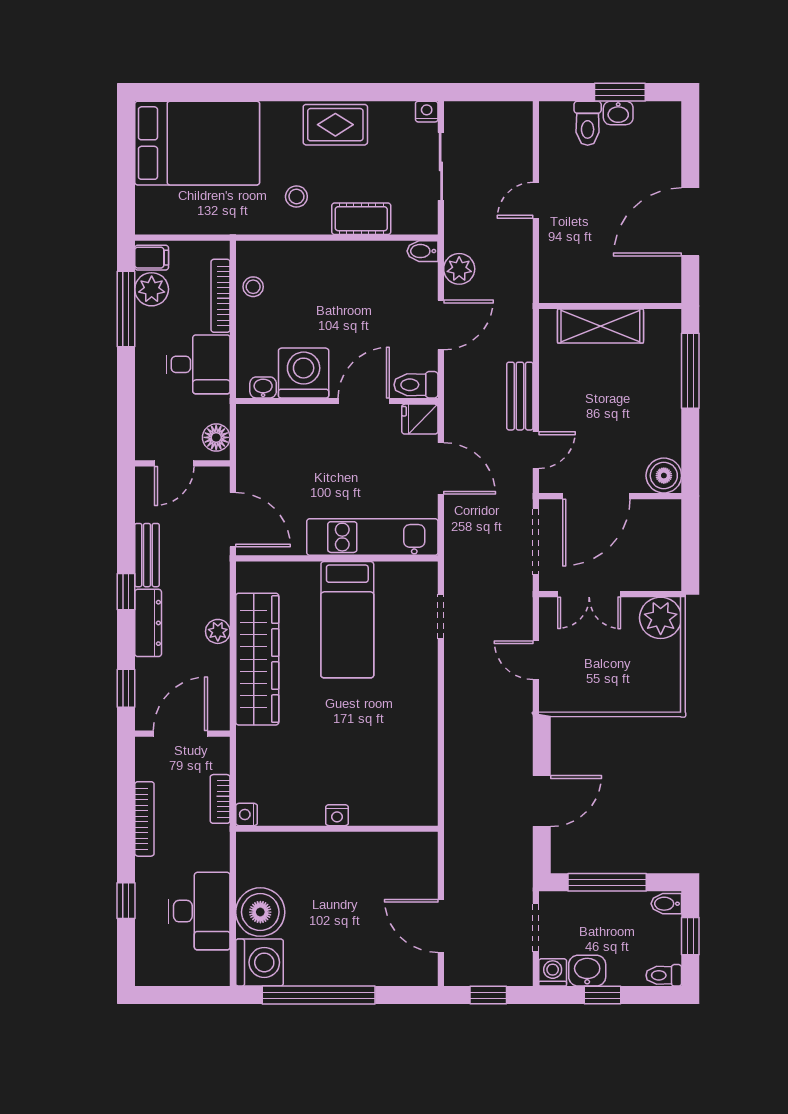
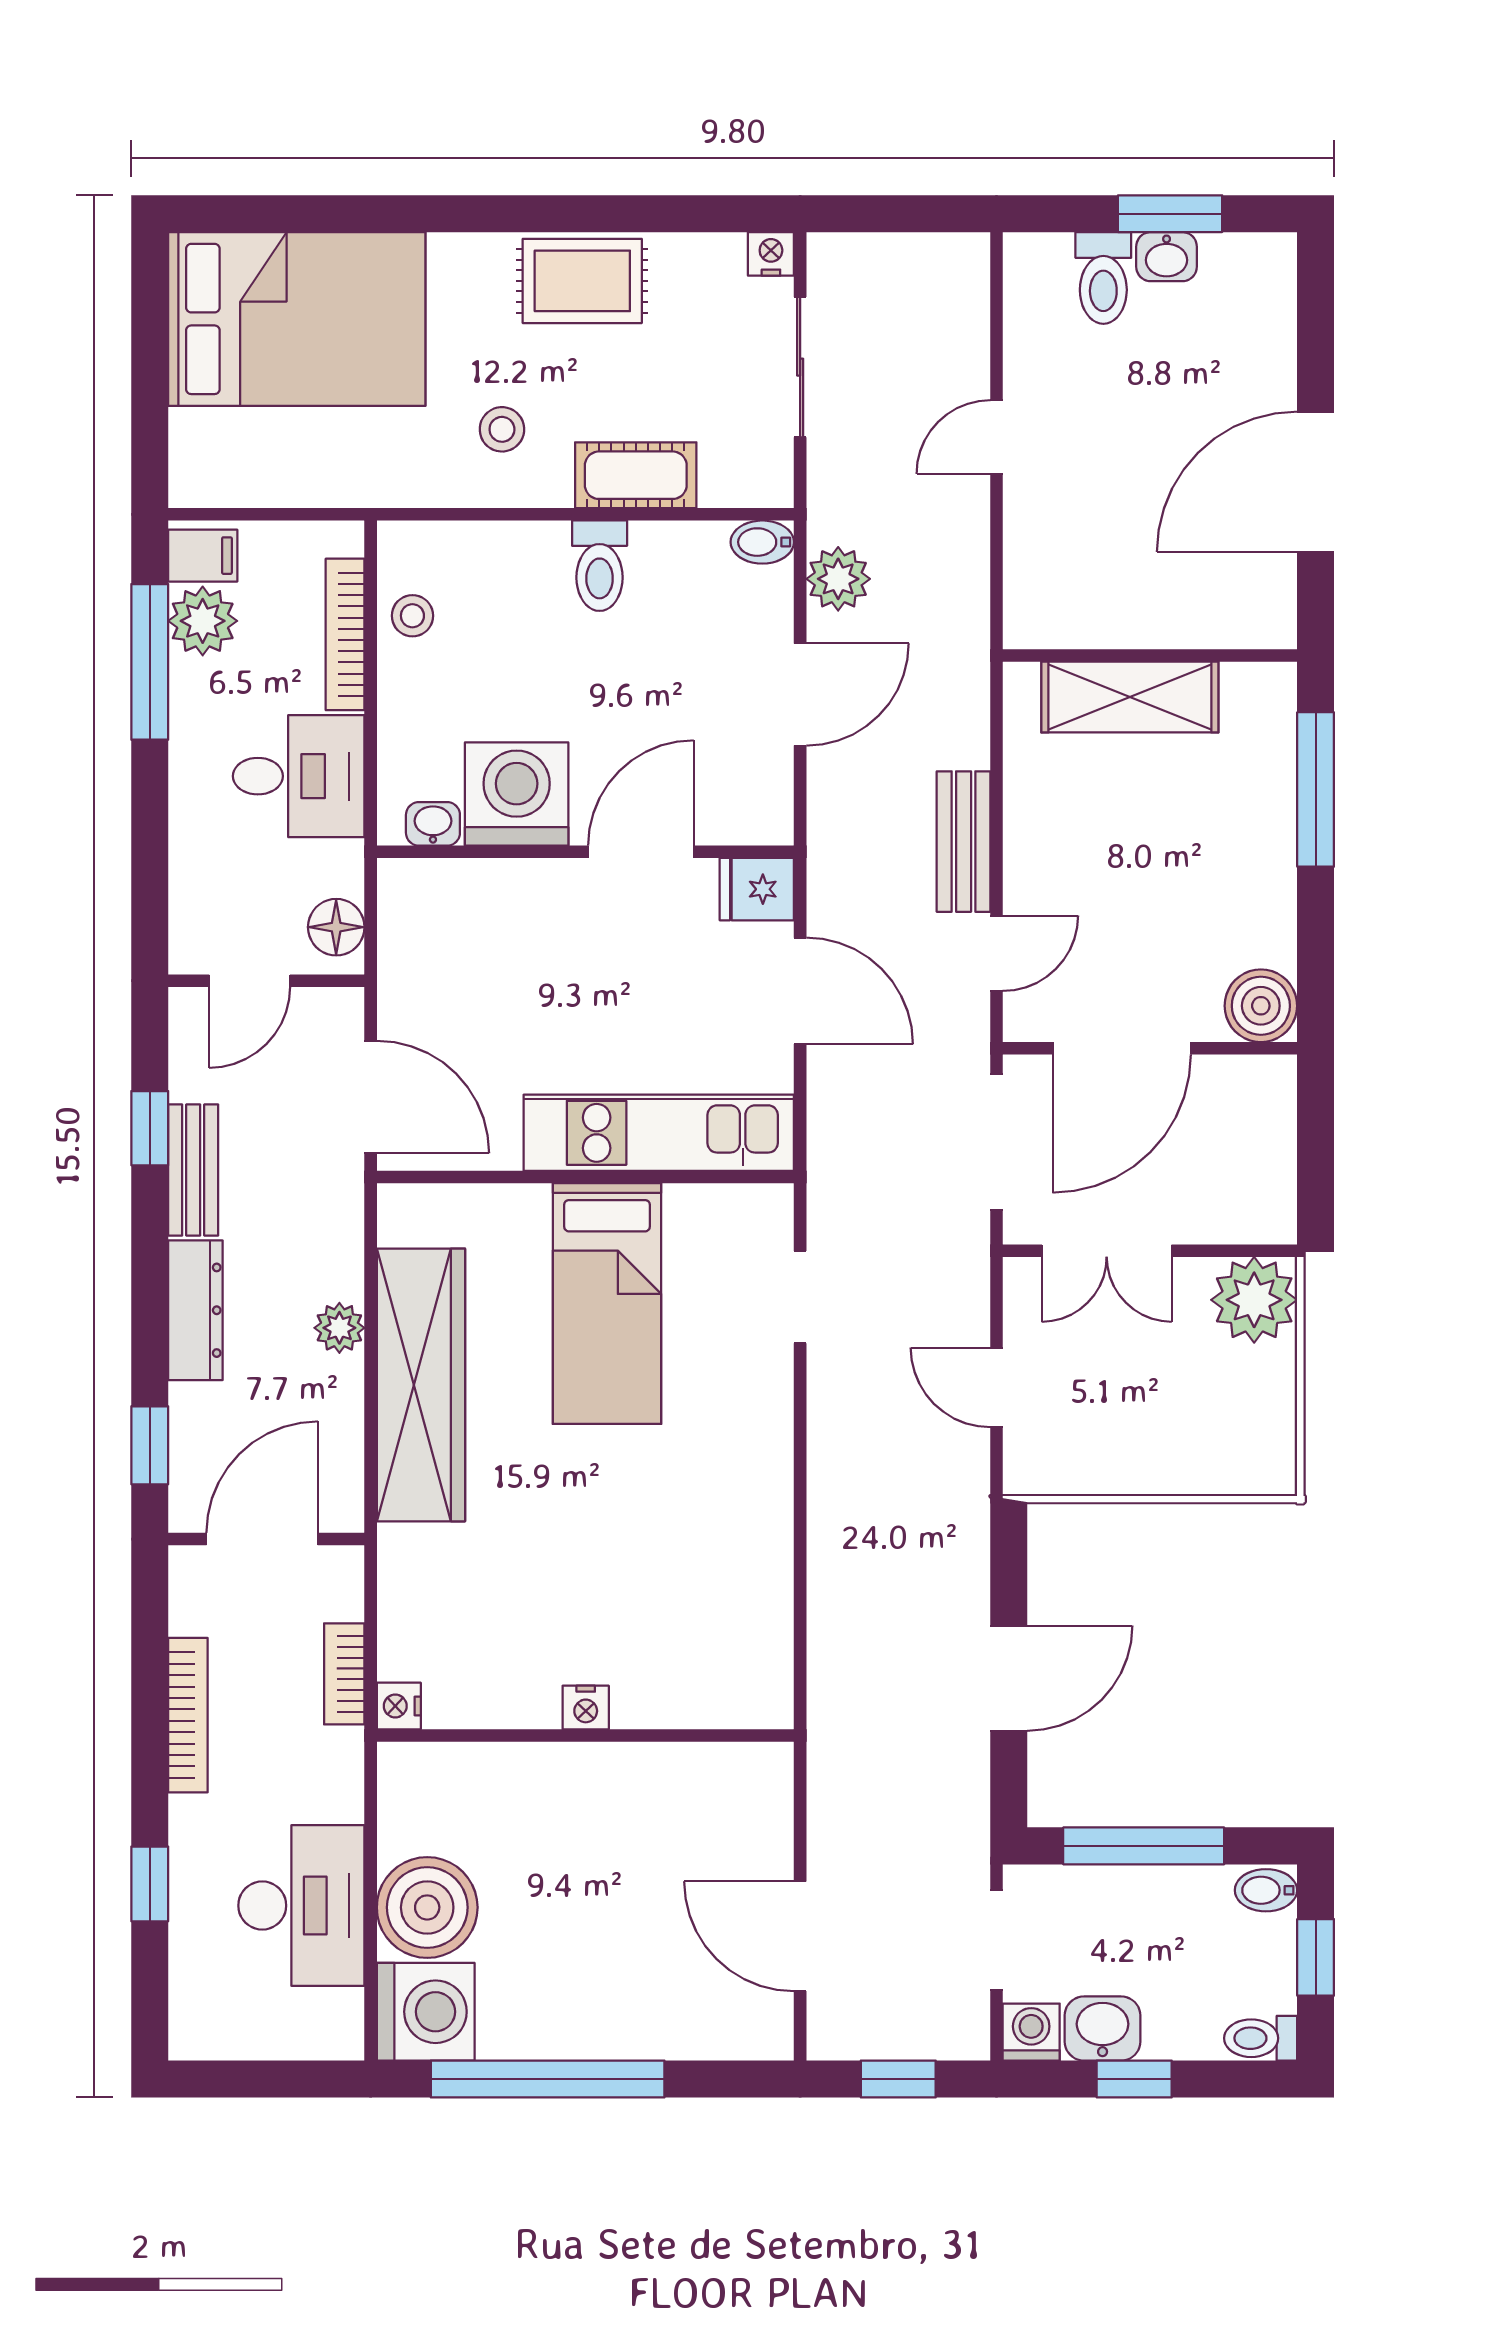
toilet: (416, 385) -> (600, 566), moved, turned -90
window: (126, 592) -> (150, 1128), moved

